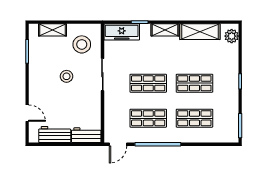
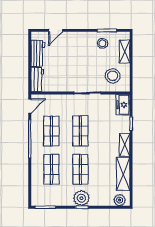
freezer: (122, 32) -> (123, 105), width x0.71
stool: (66, 76) -> (103, 43), moved
plant: (229, 82) -> (81, 198), added
door: (118, 144) -> (30, 106), swing flipped

